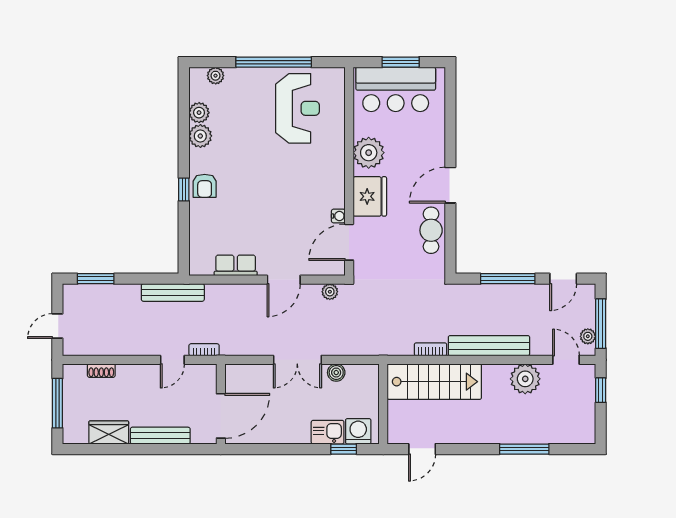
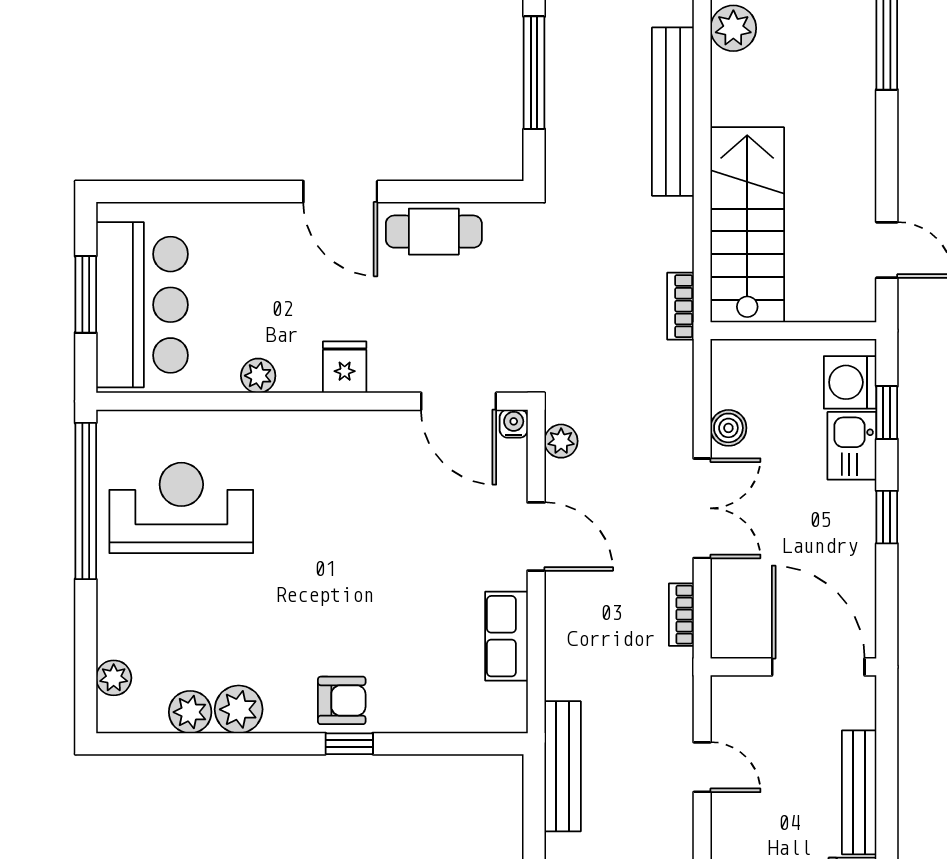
window: (274, 62) -> (86, 501), moved
plant: (369, 153) -> (258, 376), width x0.53, depth x0.53
fridge: (370, 196) -> (345, 367), width x0.53, depth x0.75
water cooler: (338, 216) -> (514, 424), moved
bookcase: (431, 349) -> (680, 306), moved
bookcase: (204, 350) -> (681, 615), moved
plant: (525, 379) -> (733, 28), width x0.73, depth x0.73
window: (293, 449) -> (887, 517), added

